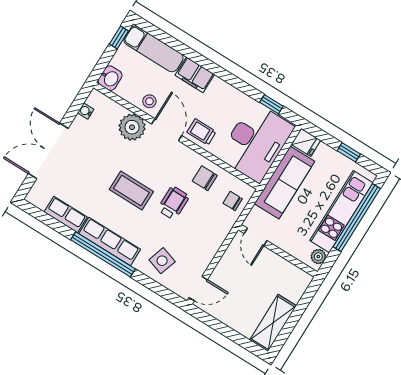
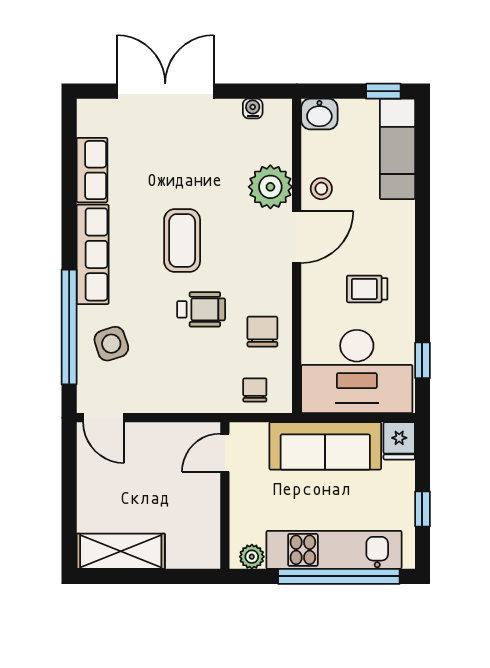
filing cabinet: (195, 75) -> (397, 229), removed
trolley: (202, 132) -> (367, 289), moved, turned -90
window: (103, 254) -> (69, 327), moved
side table: (162, 261) -> (111, 344), turned -36

